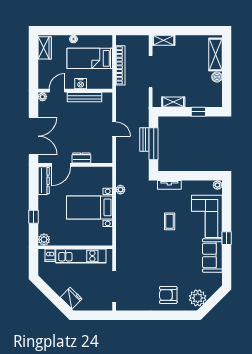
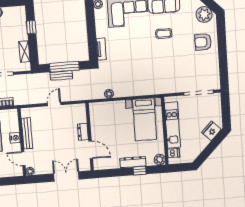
double door: (33, 136) -> (66, 176), width x0.73
dresser: (44, 181) -> (133, 162), moved
bed with nightstands: (89, 207) -> (145, 119), moved
coffee table: (170, 221) -> (164, 34), moved
armchair: (168, 295) -> (203, 42), turned 90

